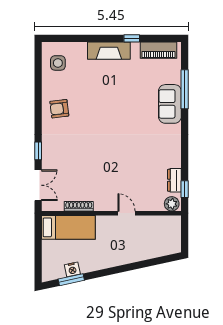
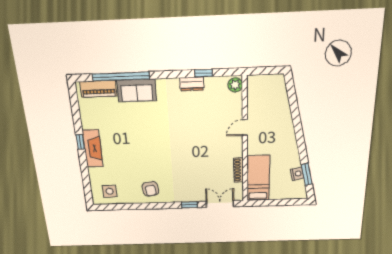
window: (132, 38) -> (80, 142), moved
piano: (159, 50) -> (98, 89), moved, turned 90
window: (185, 89) -> (121, 76), width x1.46
dresser: (174, 180) -> (192, 84), moved
window: (185, 189) -> (203, 73), moved

